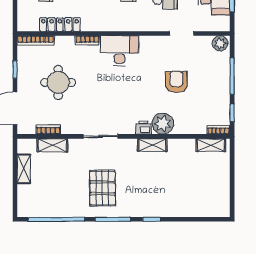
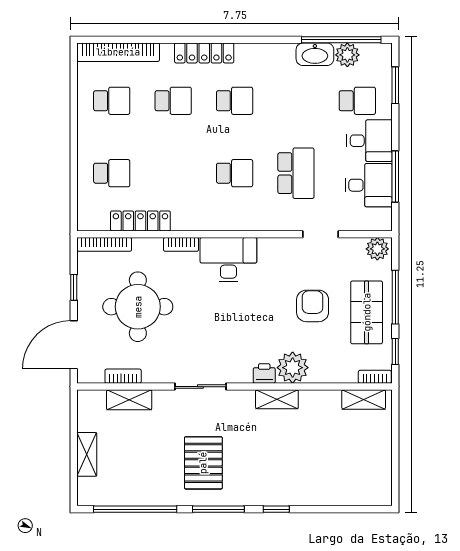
round table: (58, 82) -> (138, 307), width x1.36, depth x1.36
shop shelf: (213, 86) -> (367, 312), added
shelving: (24, 169) -> (87, 454), moved

